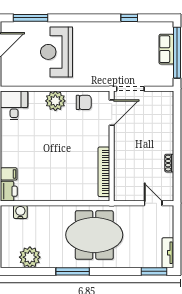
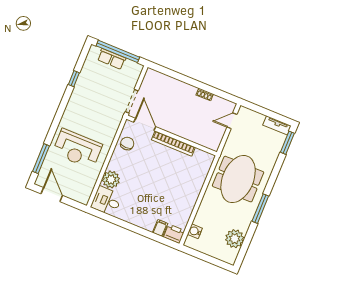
plant: (55, 101) -> (111, 179), moved
bookcase: (104, 172) -> (173, 143), moved

